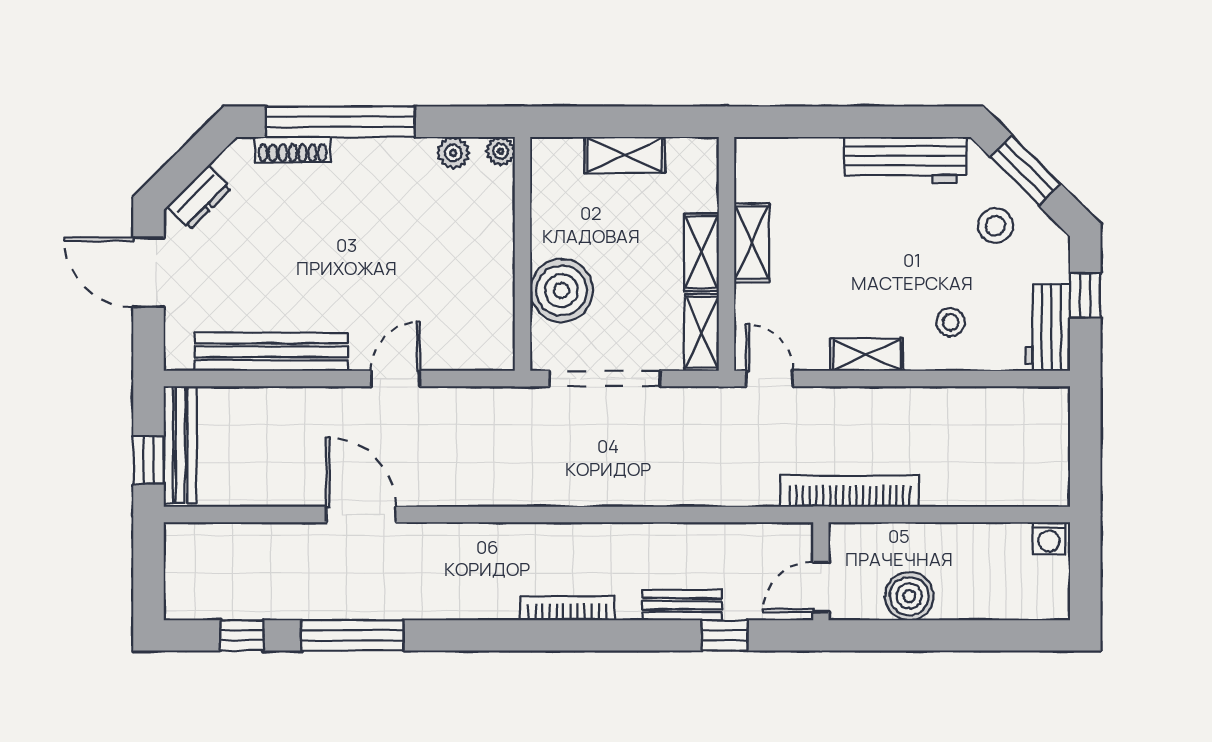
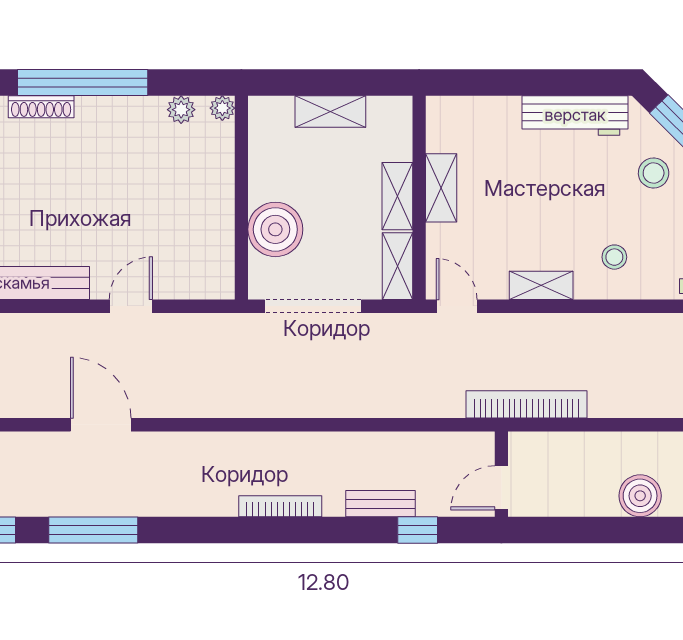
boiler: (909, 596) -> (640, 496), moved

